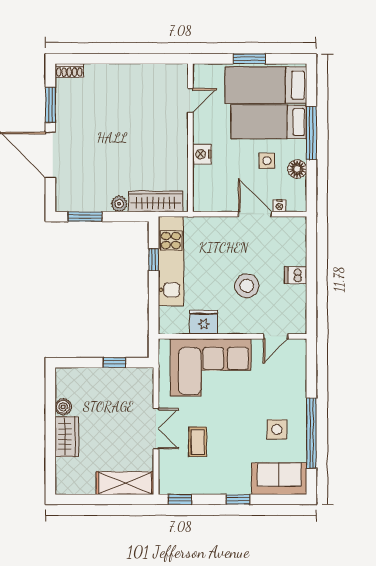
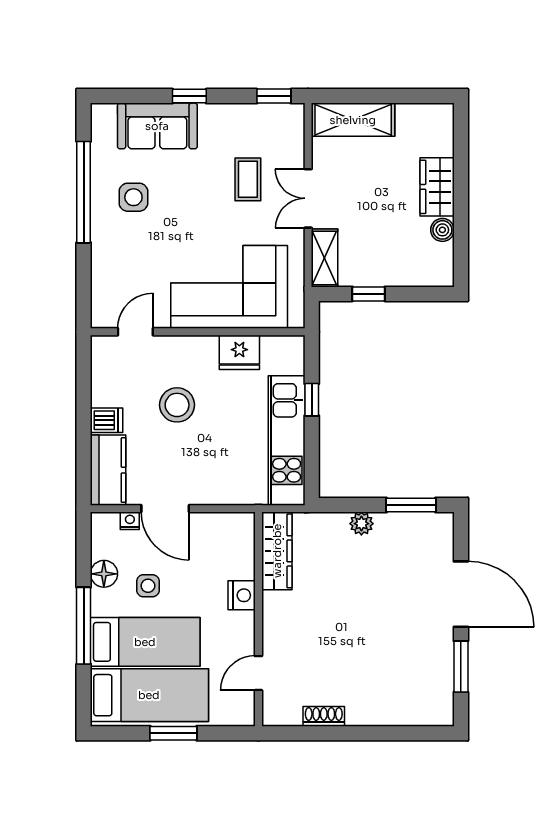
shoe rack: (69, 70) -> (324, 716), moved
wardrobe: (156, 201) -> (277, 551), moved, turned -90
kitchen counter: (294, 241) -> (108, 470), added
window: (154, 260) -> (312, 400), moved
shelving: (145, 387) -> (325, 258), added
sofa: (279, 479) -> (157, 126), moved

